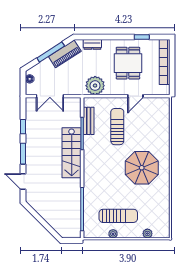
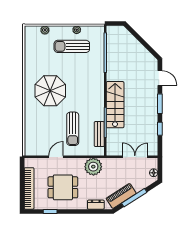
dining table: (128, 63) -> (63, 187), turned 90

